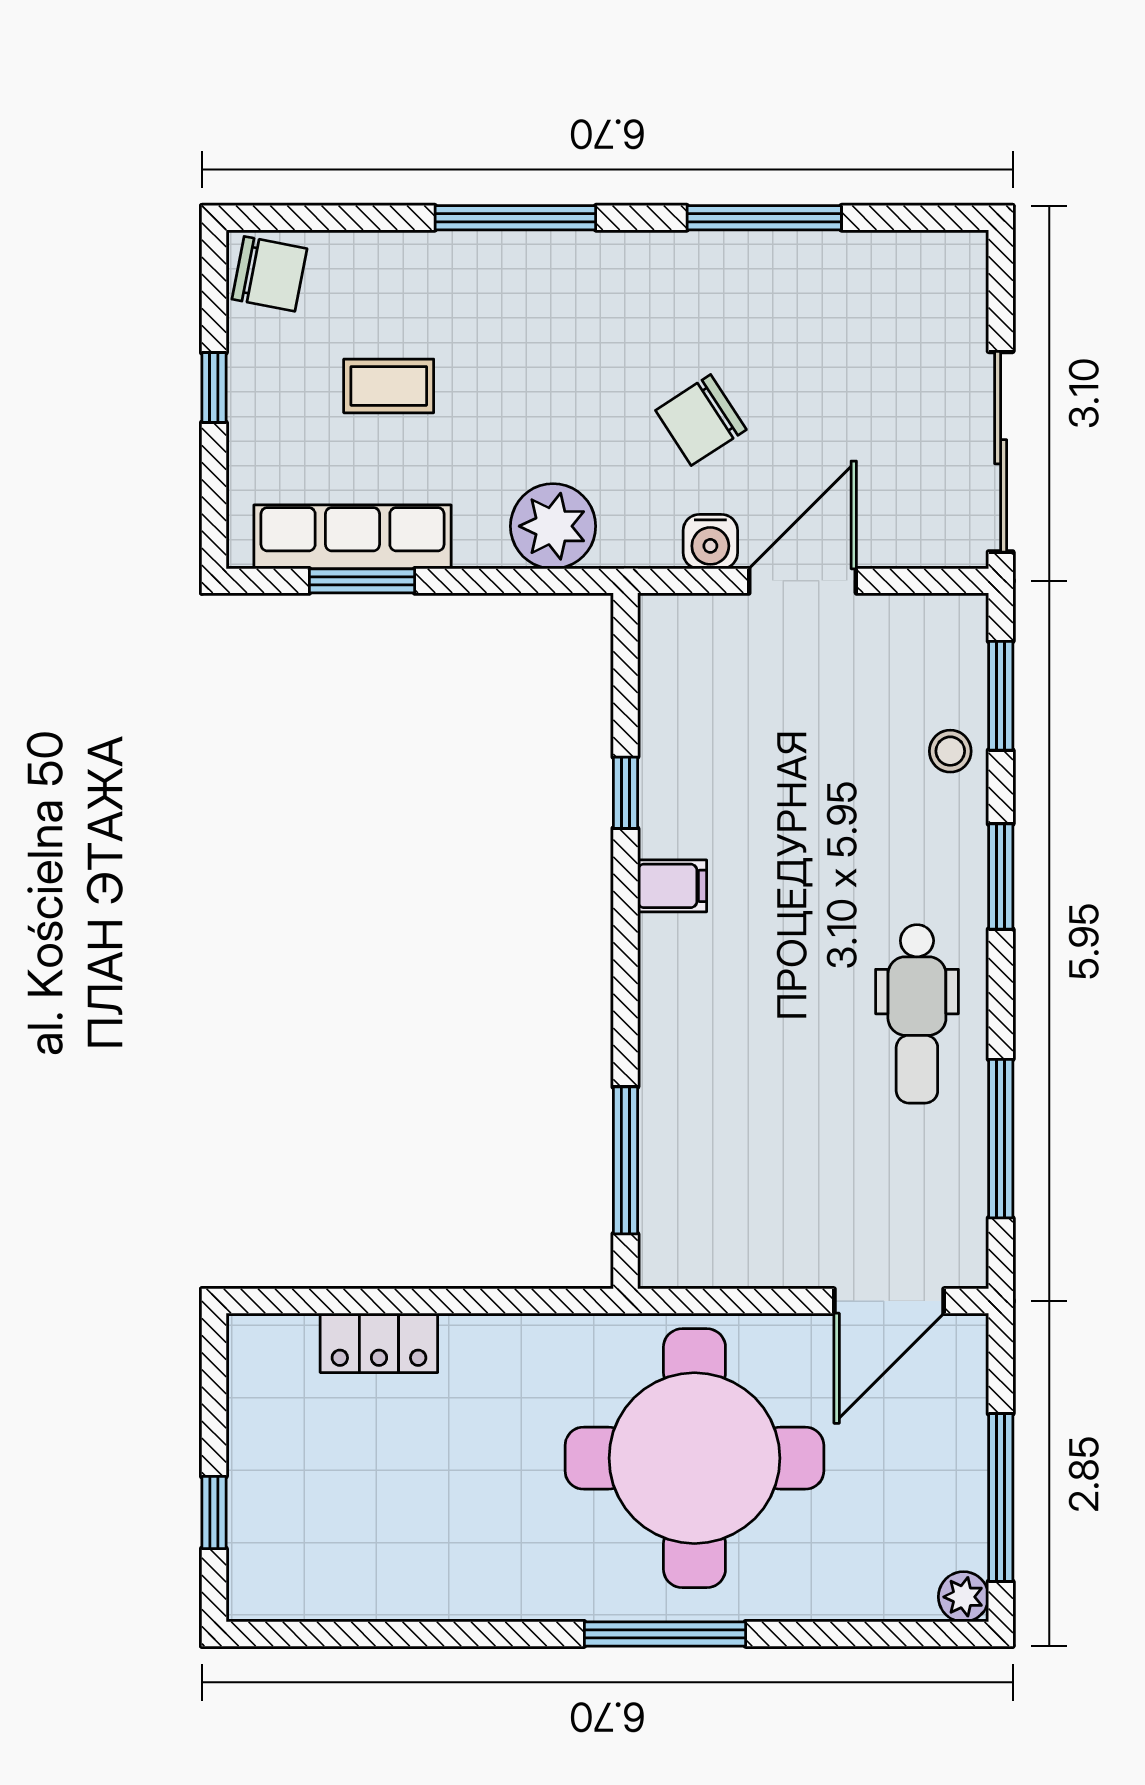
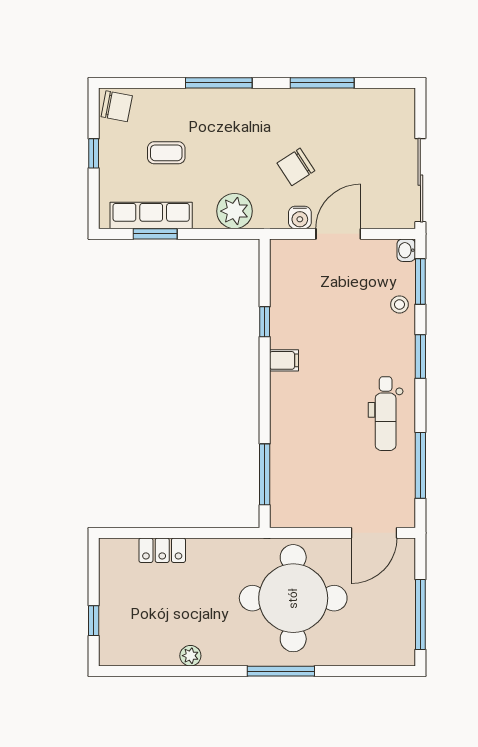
washbasin: (966, 620) -> (406, 250), added
plant: (963, 1597) -> (190, 656), moved

